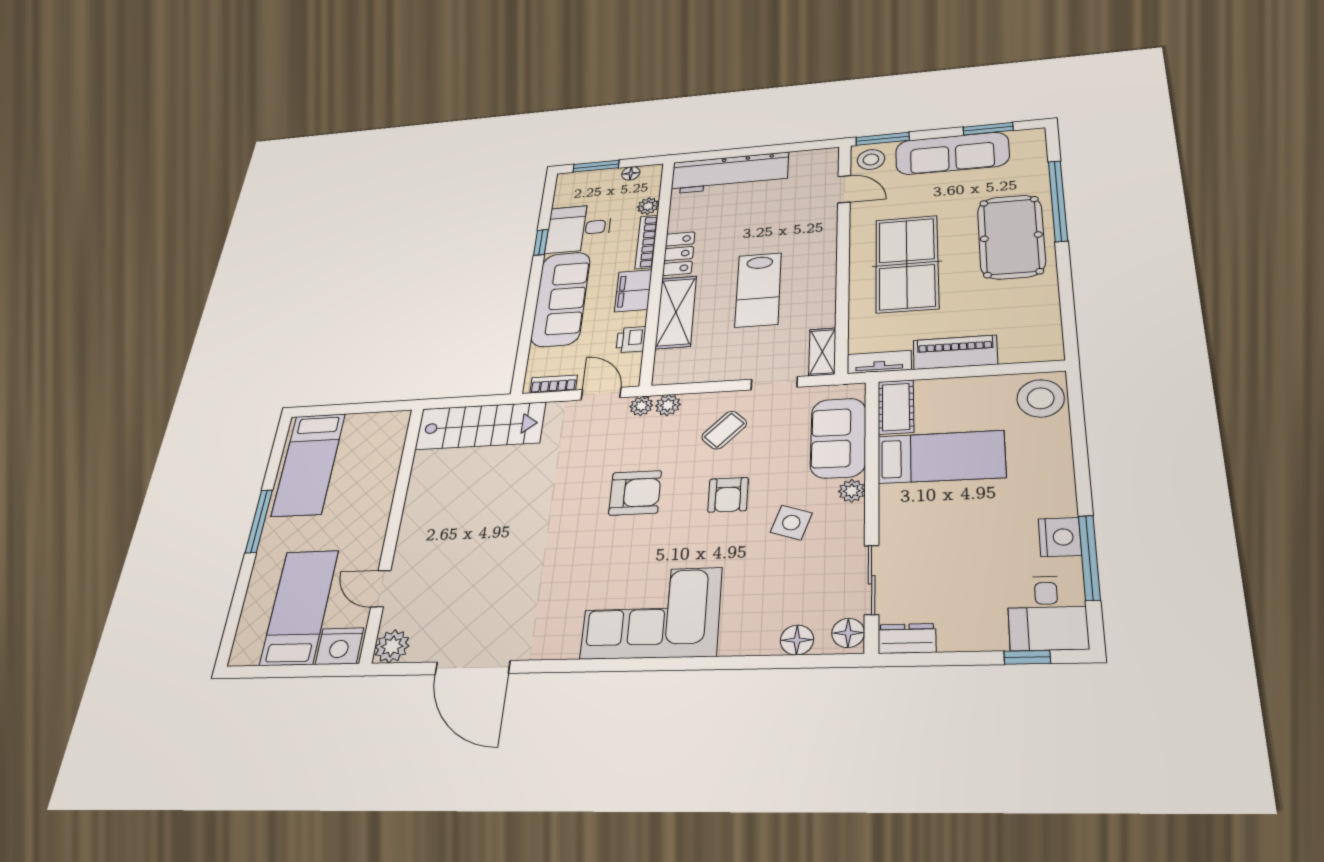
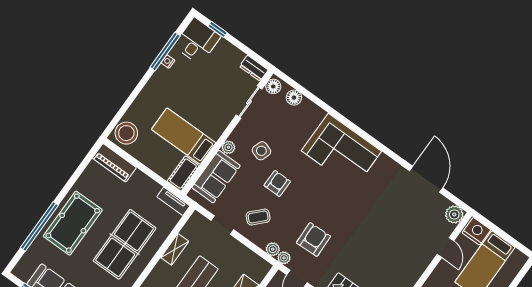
shelving: (822, 352) -> (175, 249), moved
piano: (955, 352) -> (114, 163), moved
armchair: (635, 493) -> (313, 239), moved, turned 88
nightstand: (1060, 537) -> (168, 61), width x0.53, depth x0.56

